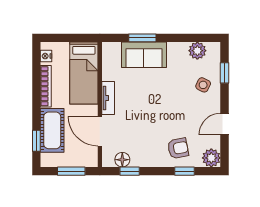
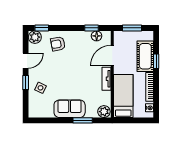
plant: (197, 51) -> (104, 112), moved
sofa: (144, 55) -> (70, 109), moved
window: (225, 73) -> (26, 83), moved
door: (100, 131) -> (112, 56), swing flipped
window: (36, 141) -> (156, 61), moved
window: (185, 171) -> (42, 28), moved

